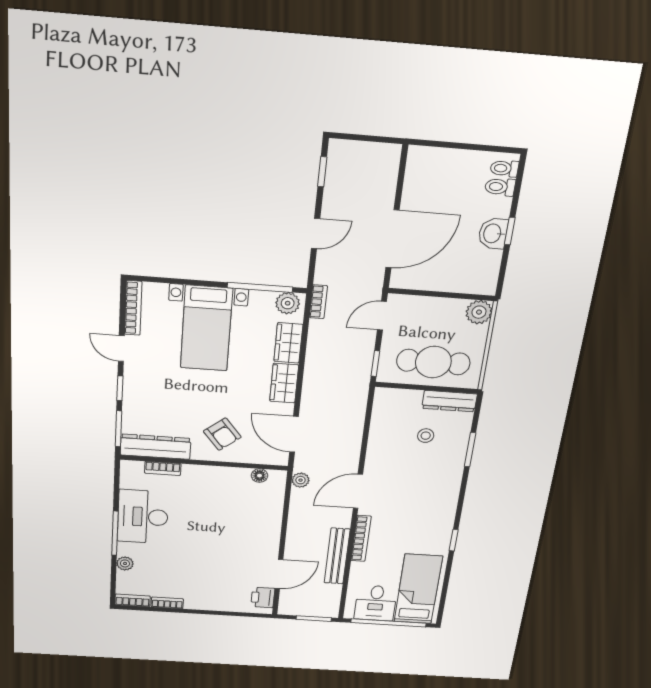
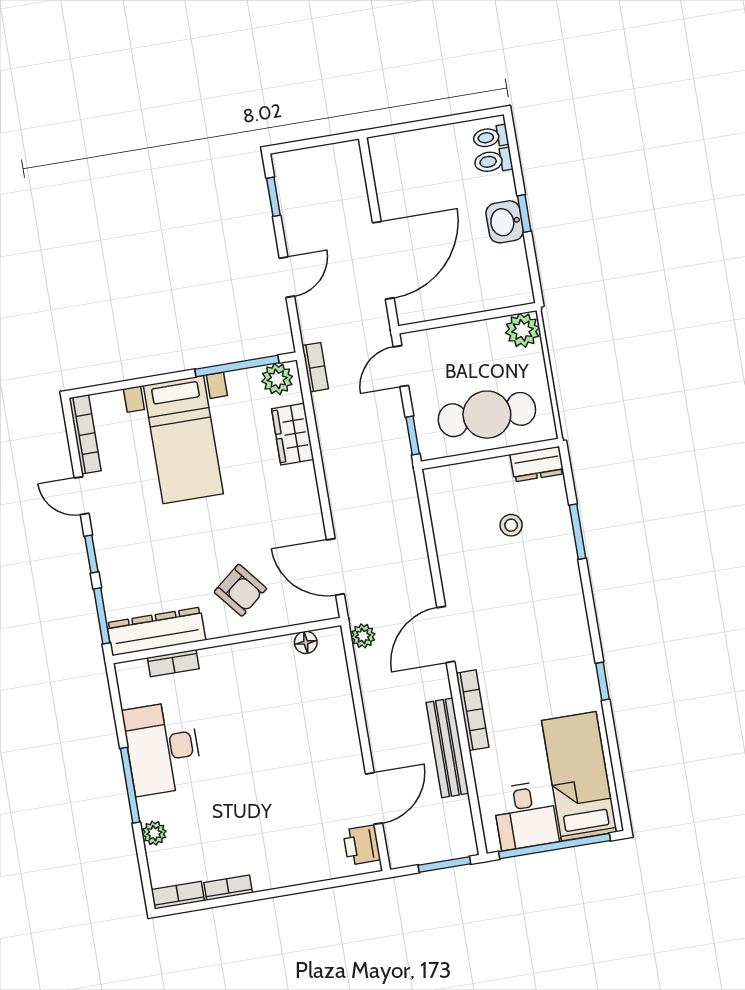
wardrobe: (284, 383) -> (302, 493), removed
dresser: (450, 401) -> (537, 464), width x0.70

